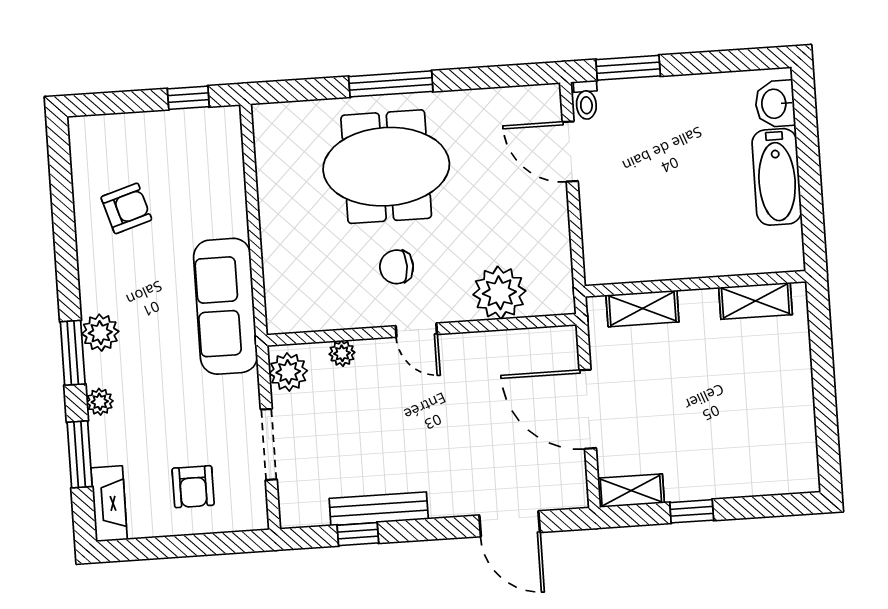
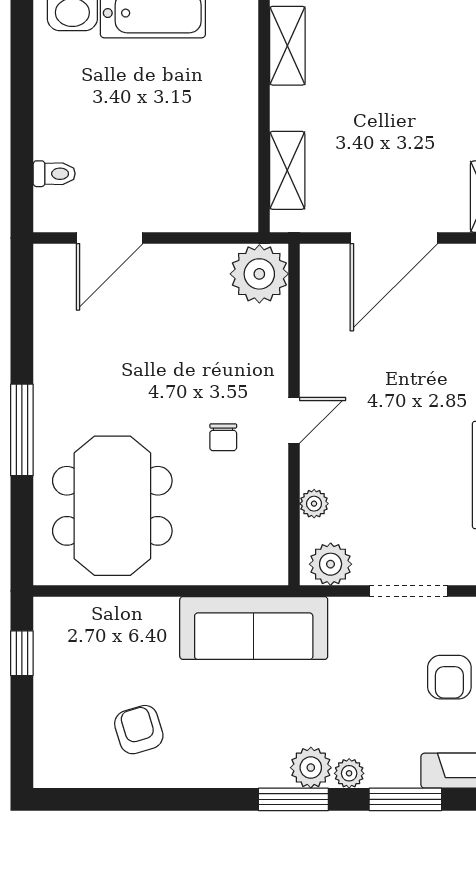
window: (628, 68) -> (22, 168), removed
toilet: (586, 100) -> (54, 174), moved
meeting table: (386, 167) -> (112, 506), moved
chair: (397, 267) -> (223, 437), width x0.73, depth x0.73
plant: (499, 293) -> (259, 274), moved
plant: (100, 333) -> (311, 768), moved
armchair: (193, 487) -> (449, 677), turned 90

